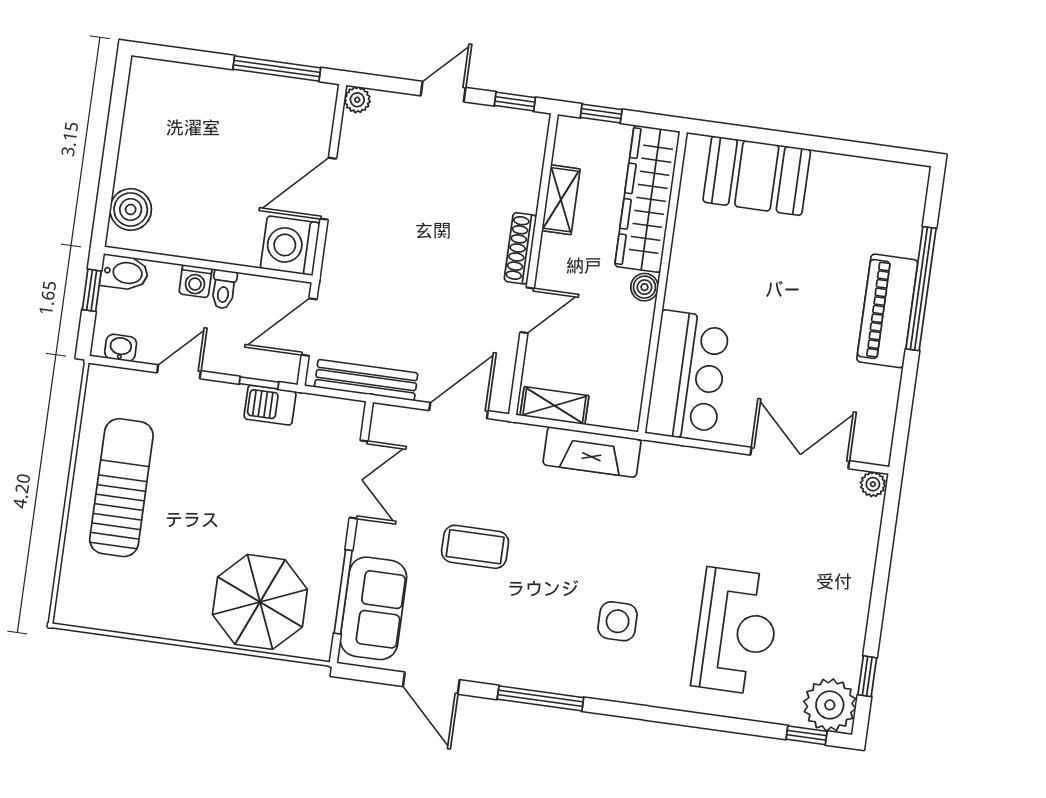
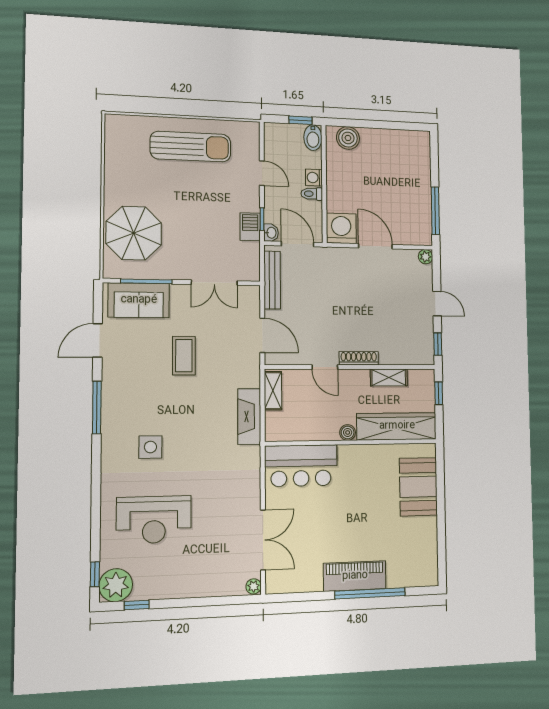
washbasin: (121, 348) -> (271, 233), moved

